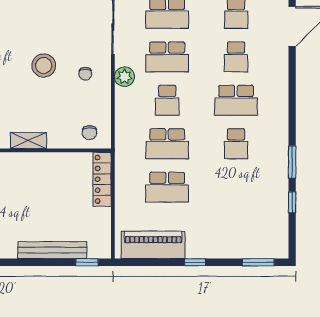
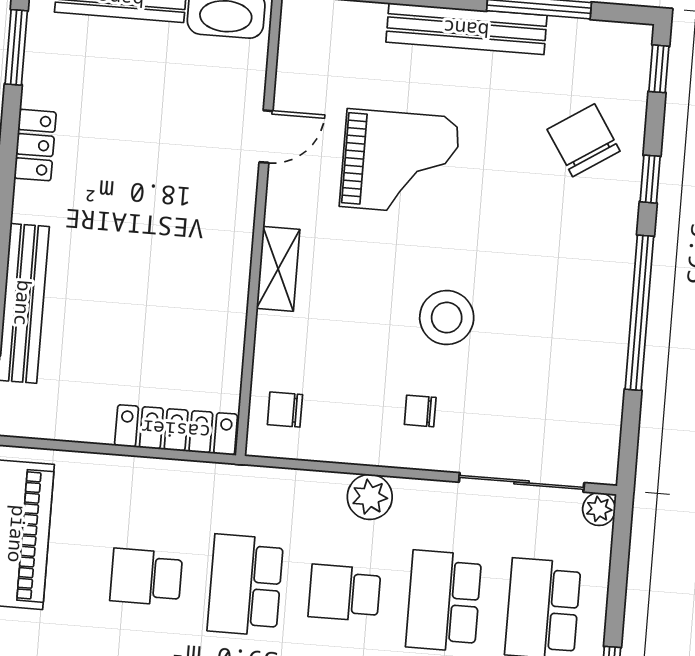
plant: (124, 77) -> (370, 497), moved
school desk: (167, 187) -> (146, 577), width x0.54

